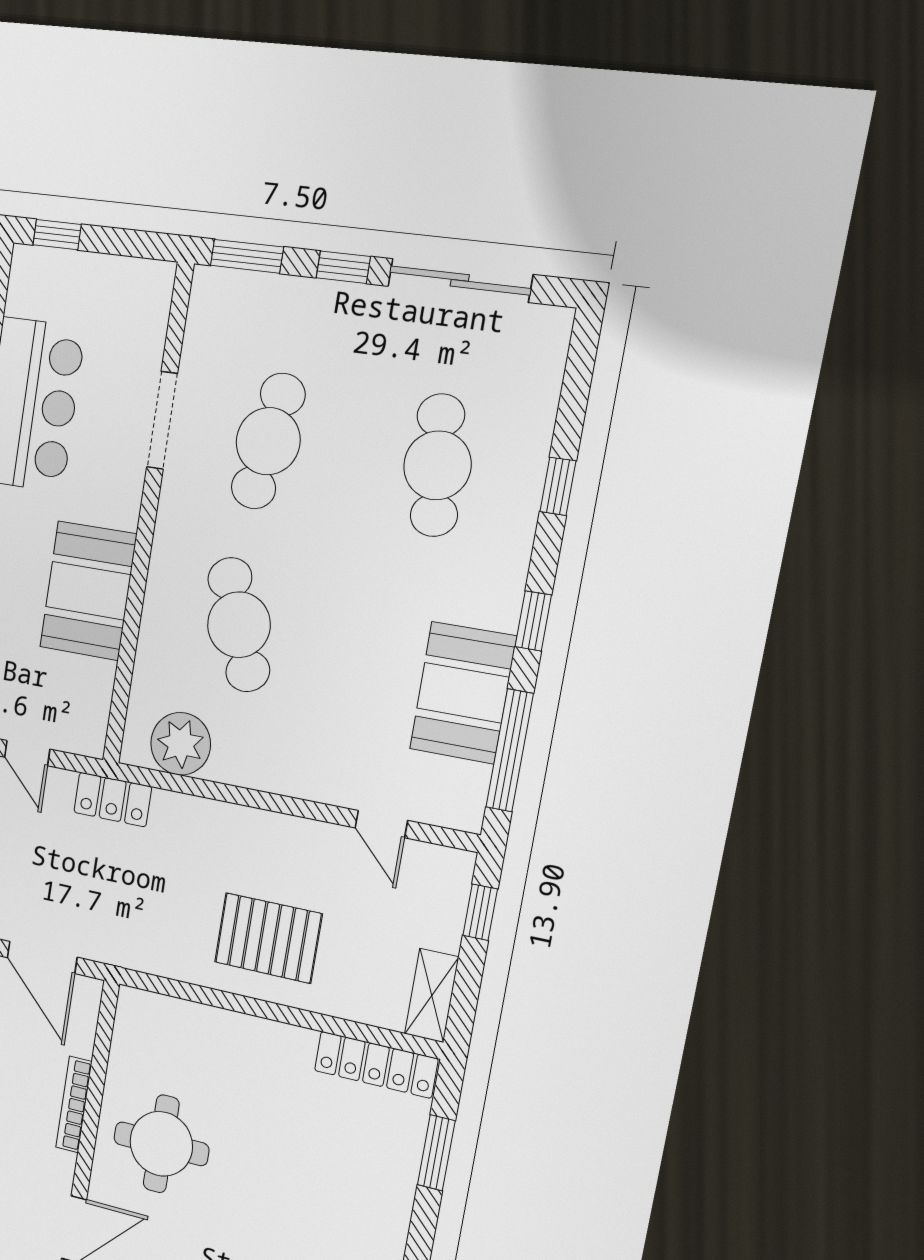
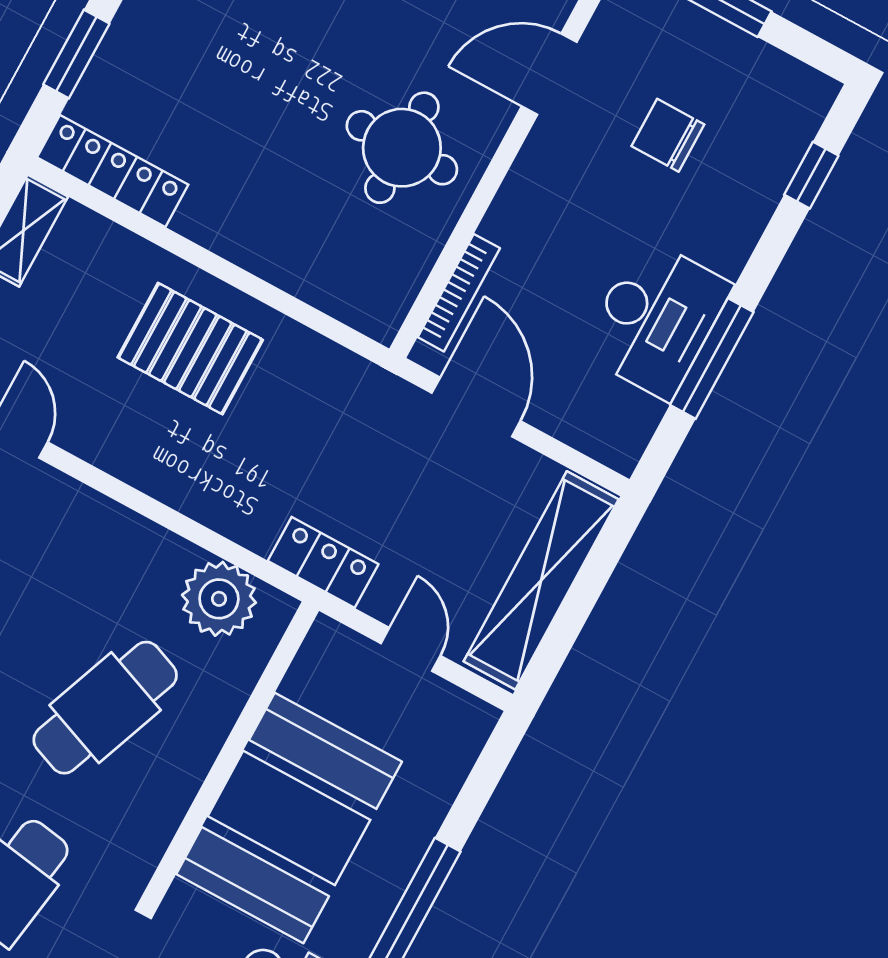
booth: (88, 591) -> (289, 818), width x1.36, depth x1.42
cafe table: (239, 625) -> (105, 708), turned 42
bookcase: (74, 1104) -> (459, 293), moved

